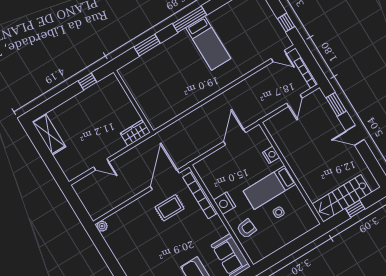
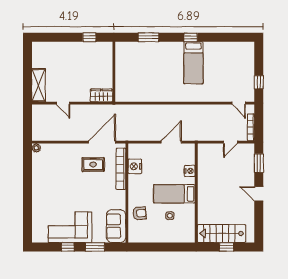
window: (190, 19) -> (191, 37), width x0.46
shelving: (49, 134) -> (39, 85), moved
nightstand: (225, 203) -> (135, 166), moved

